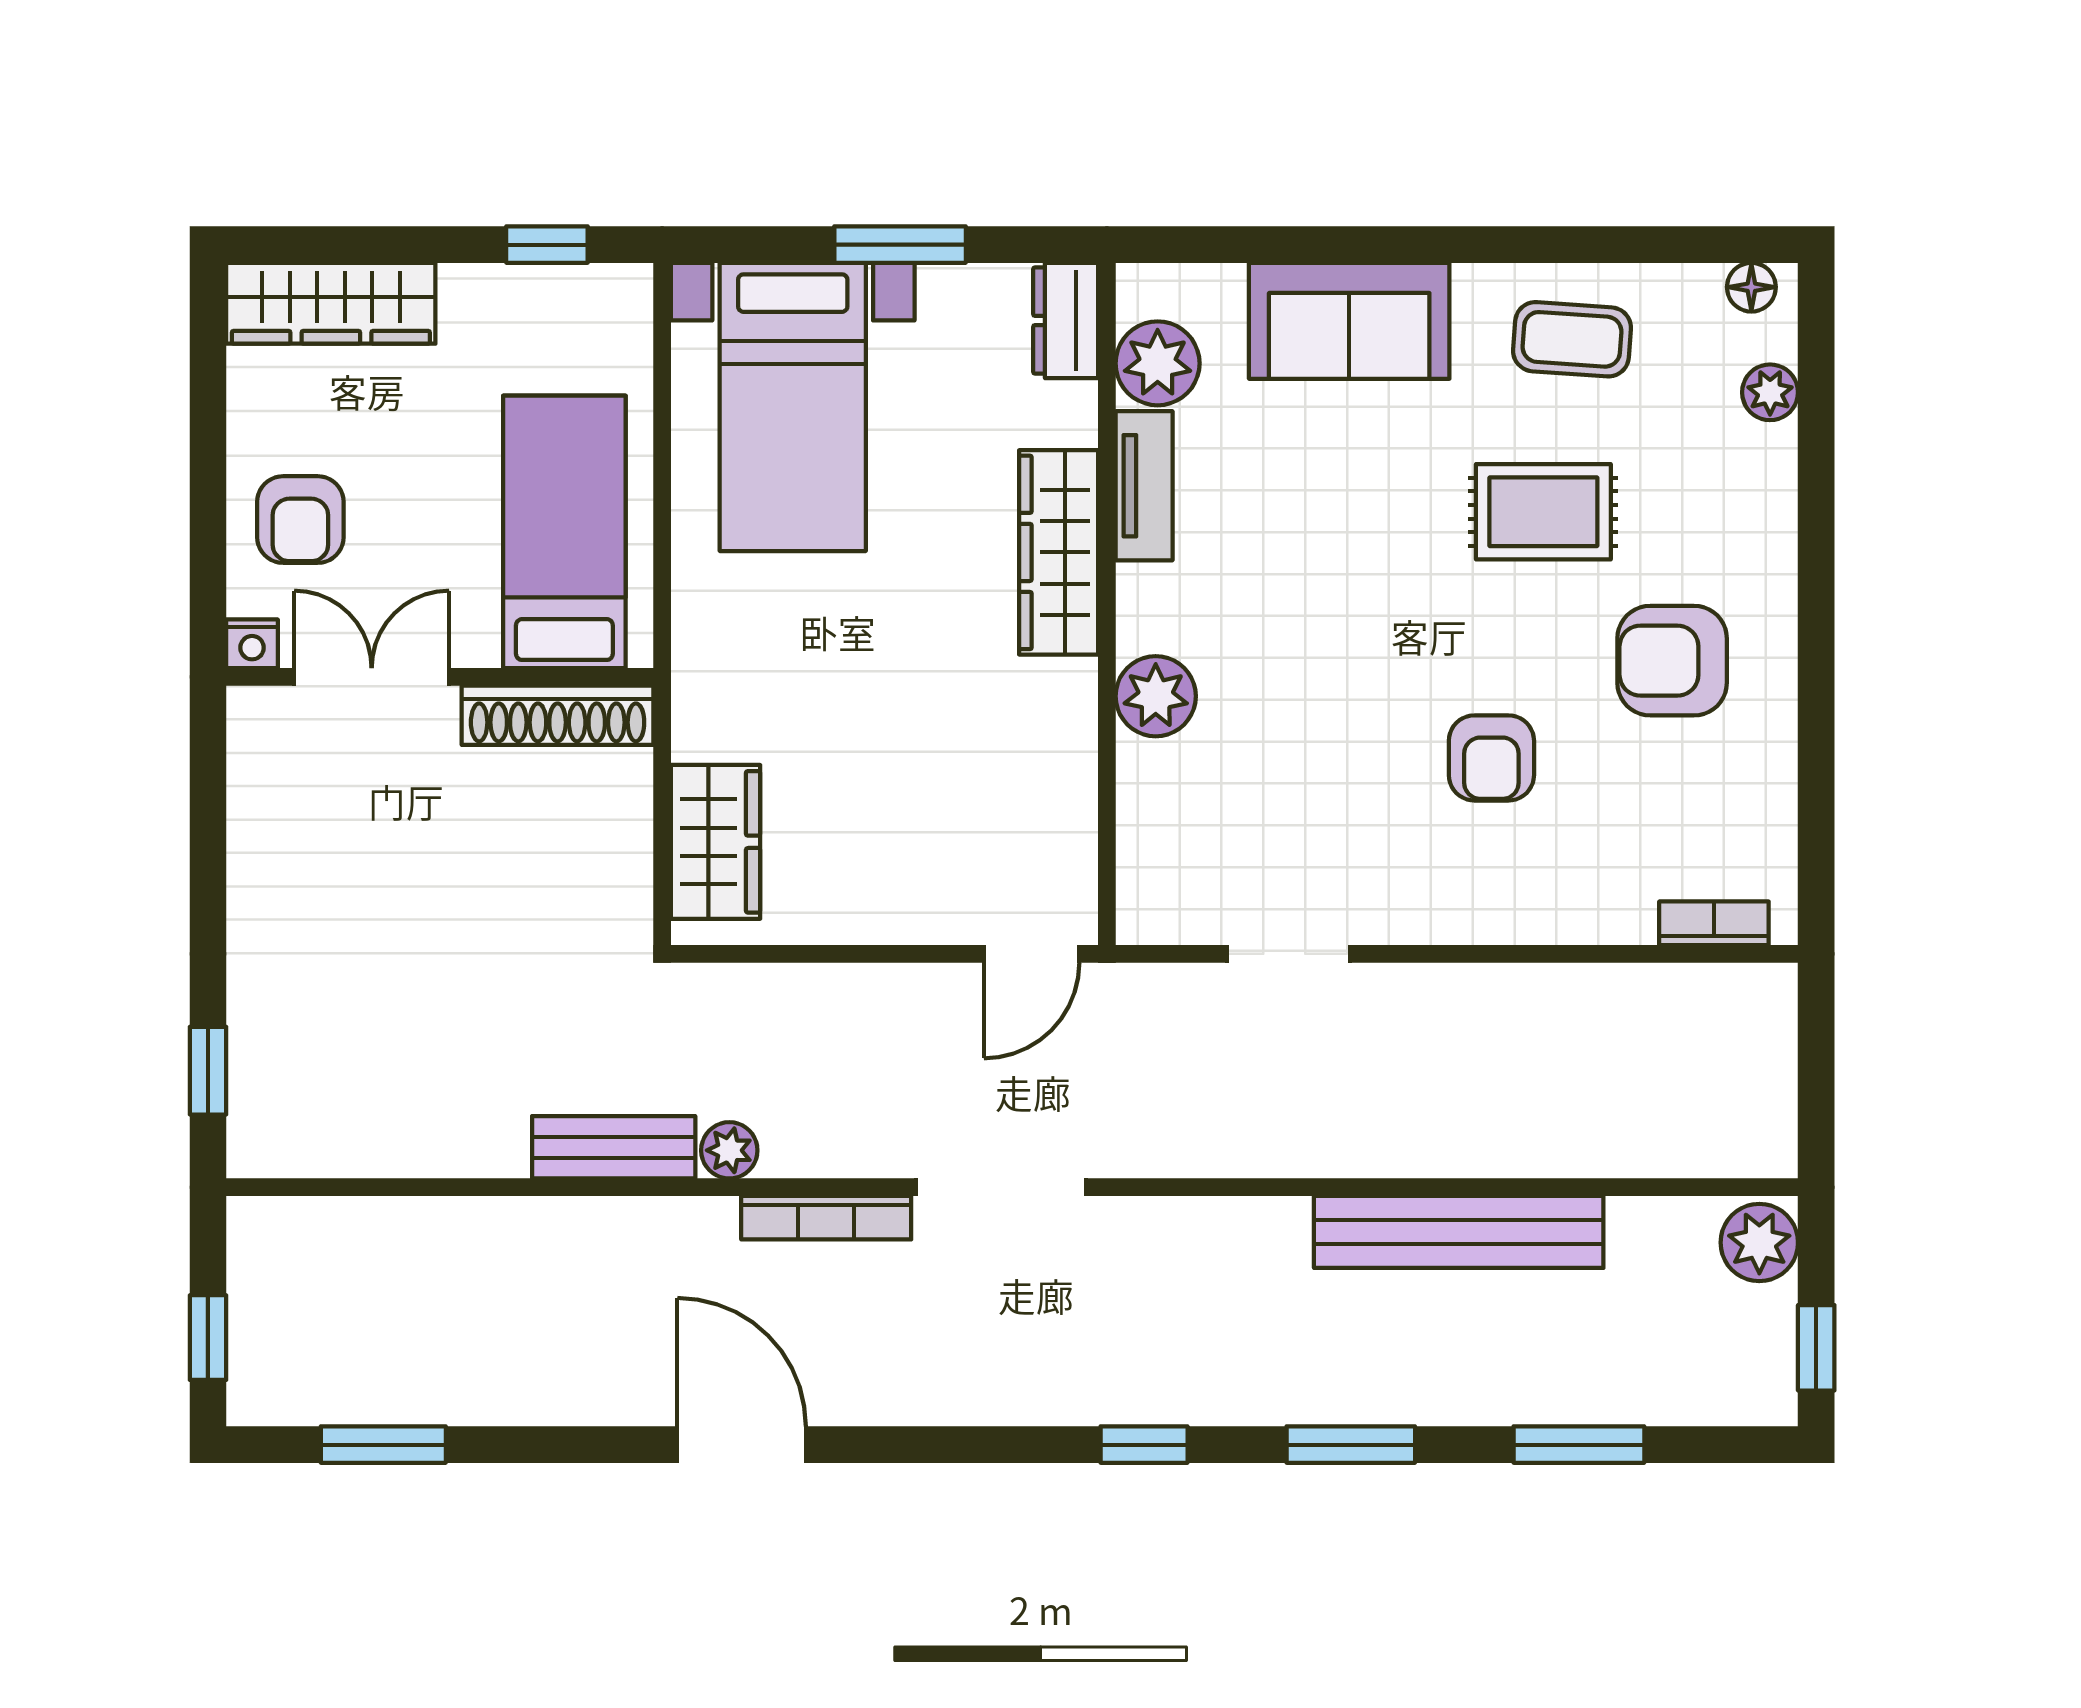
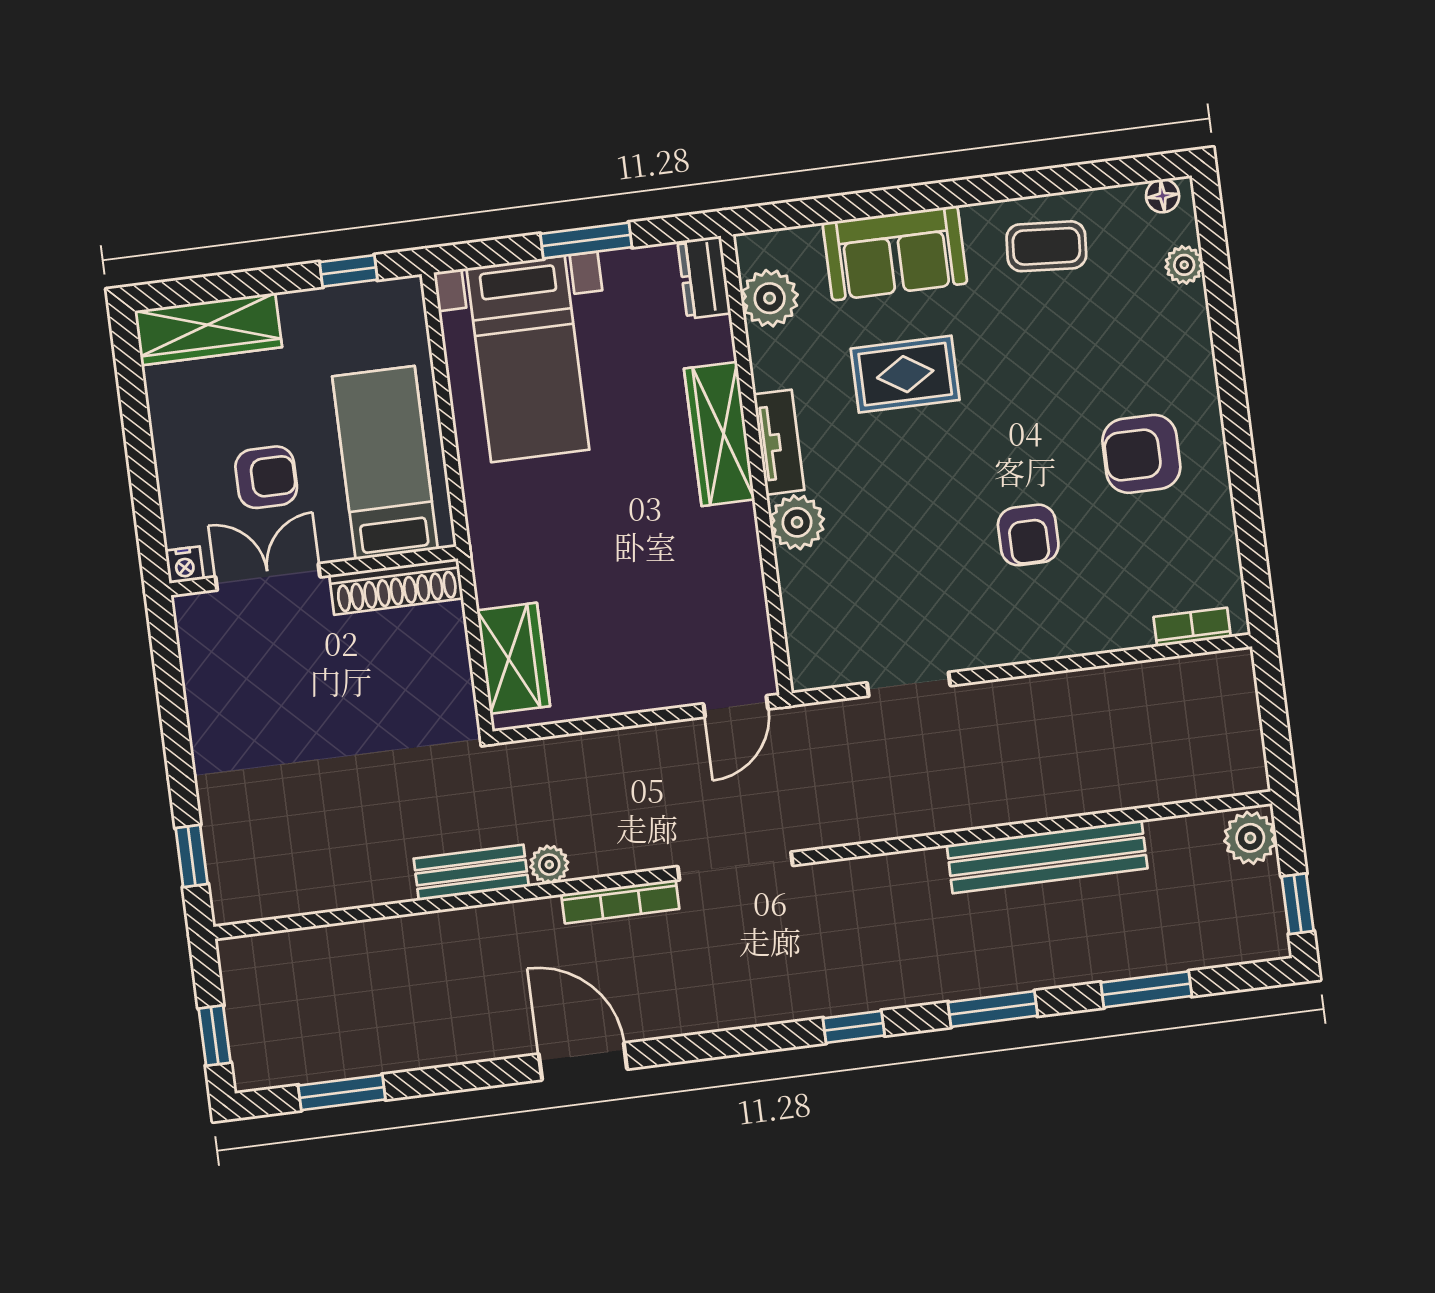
tv unit: (1144, 486) -> (779, 442), moved
rug: (1543, 512) -> (905, 374), moved
armchair: (300, 520) -> (266, 477), moved, turned -90

